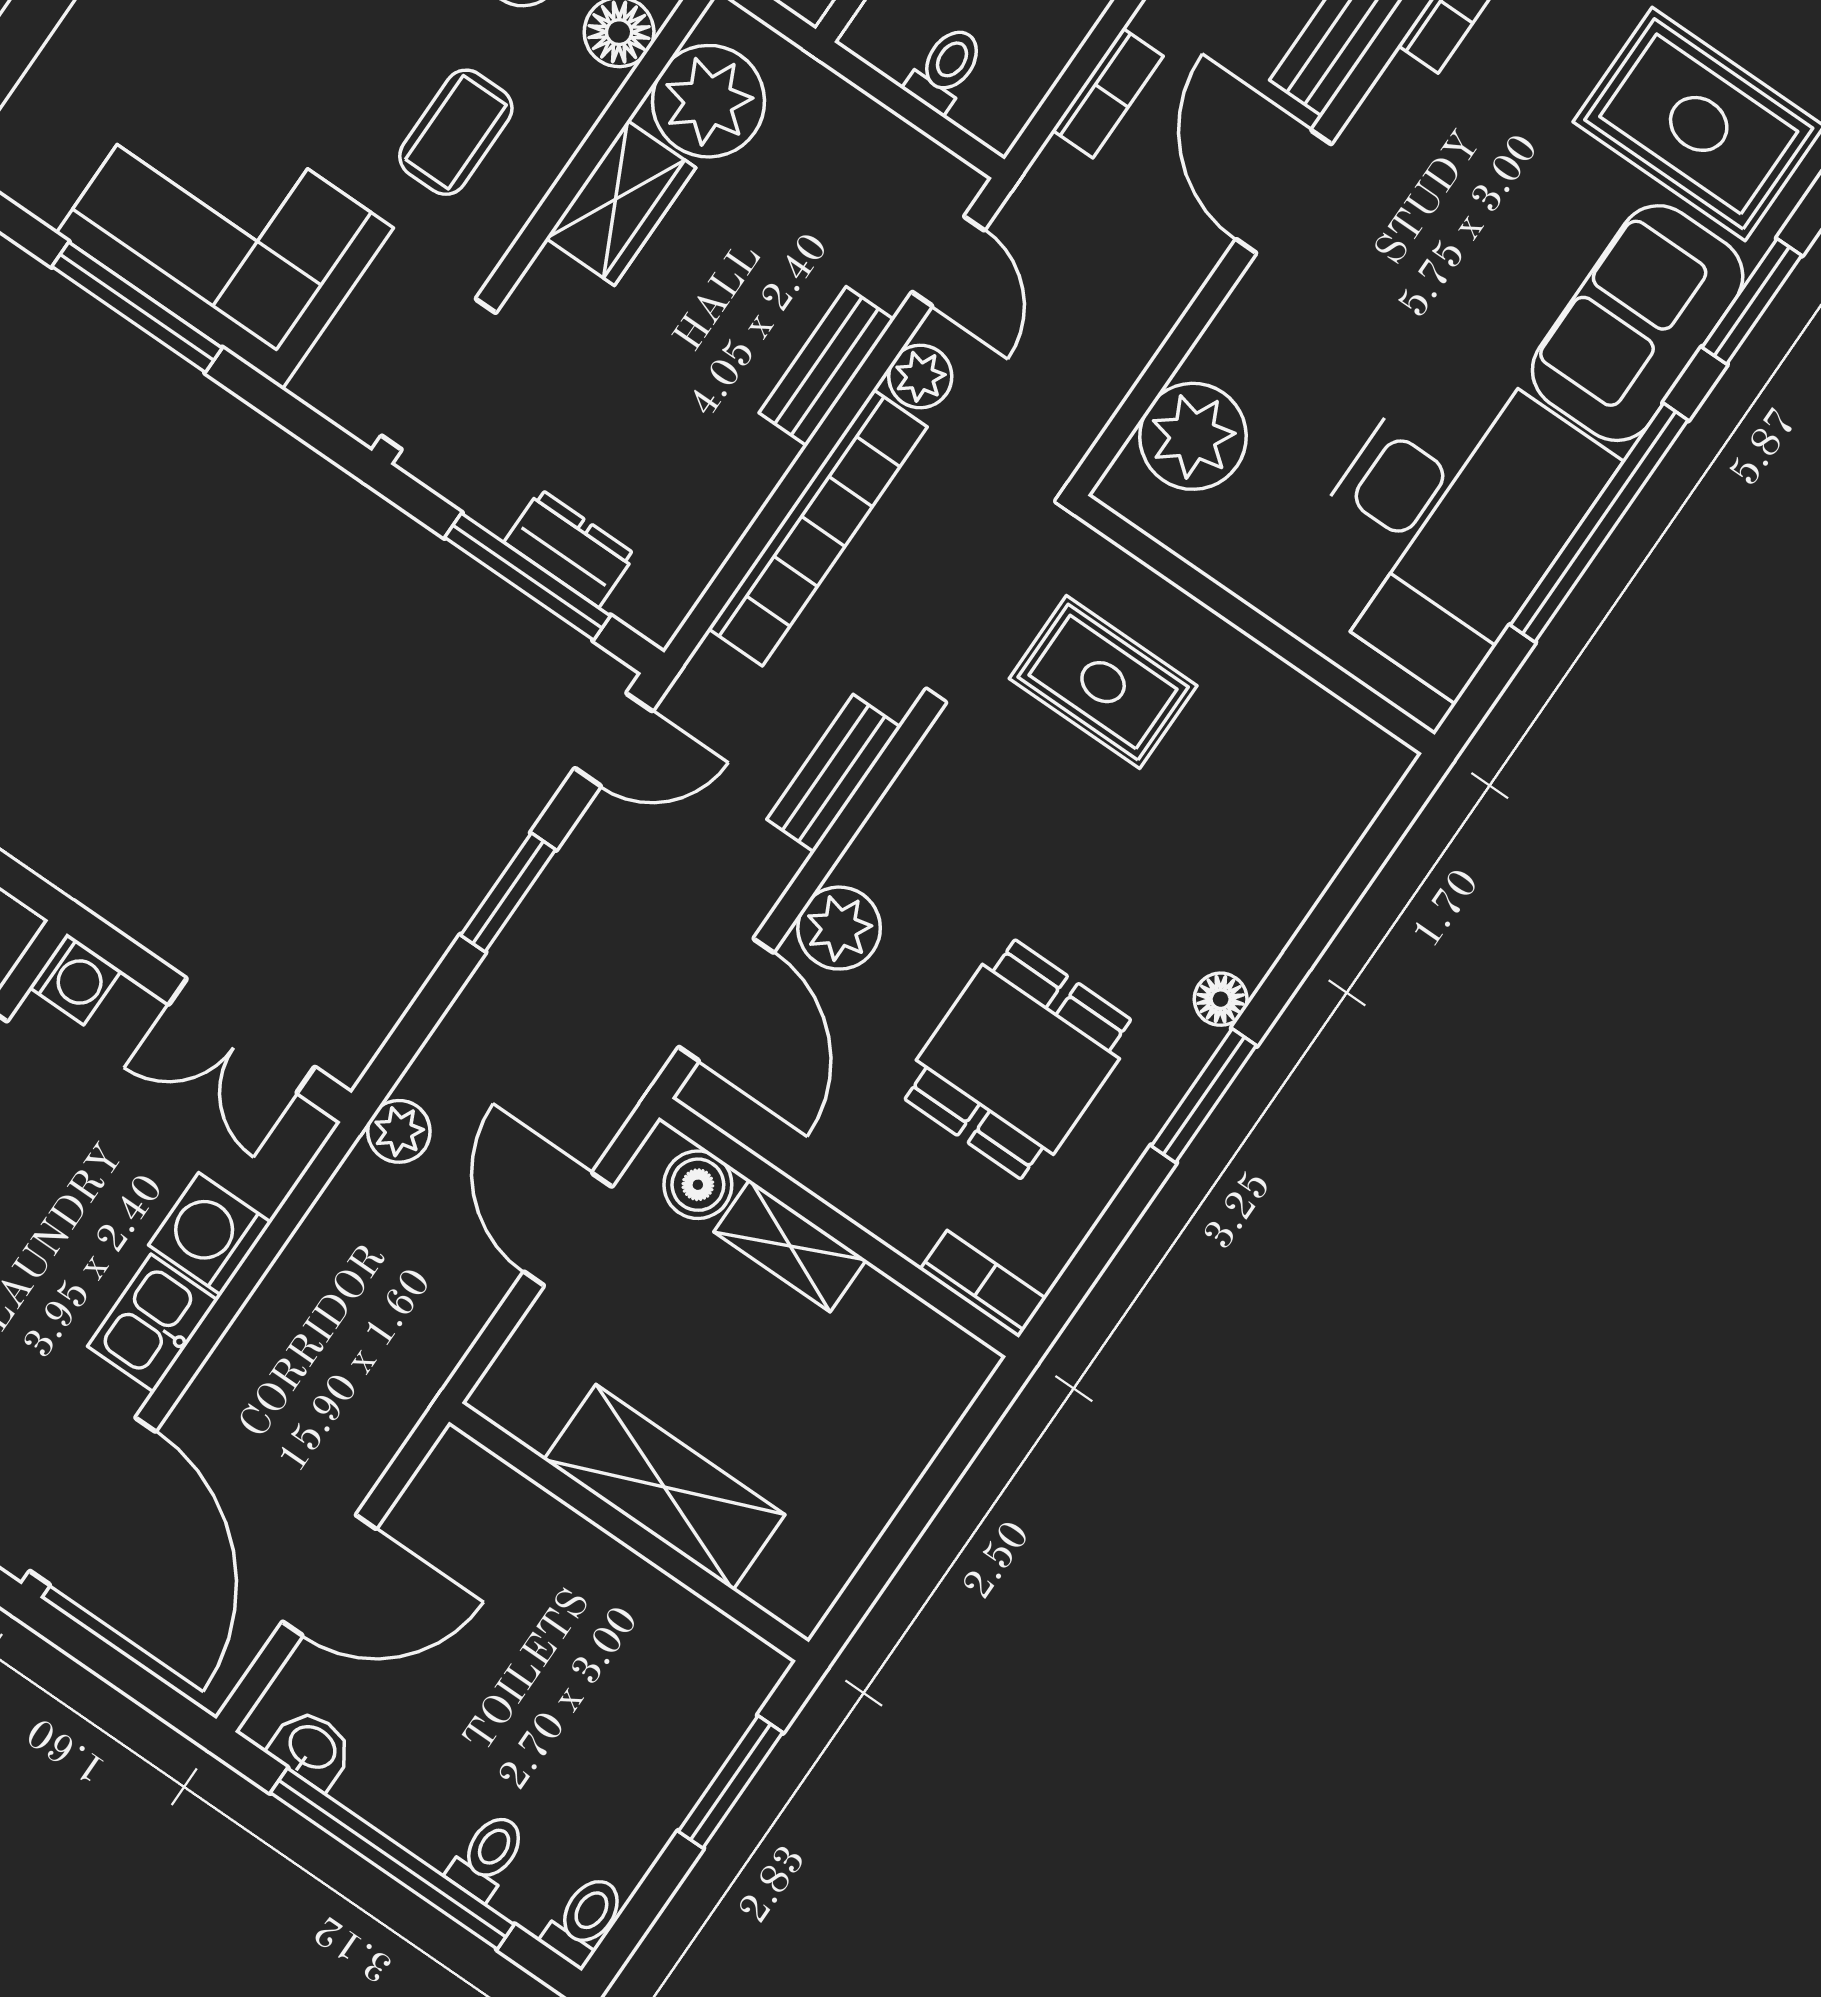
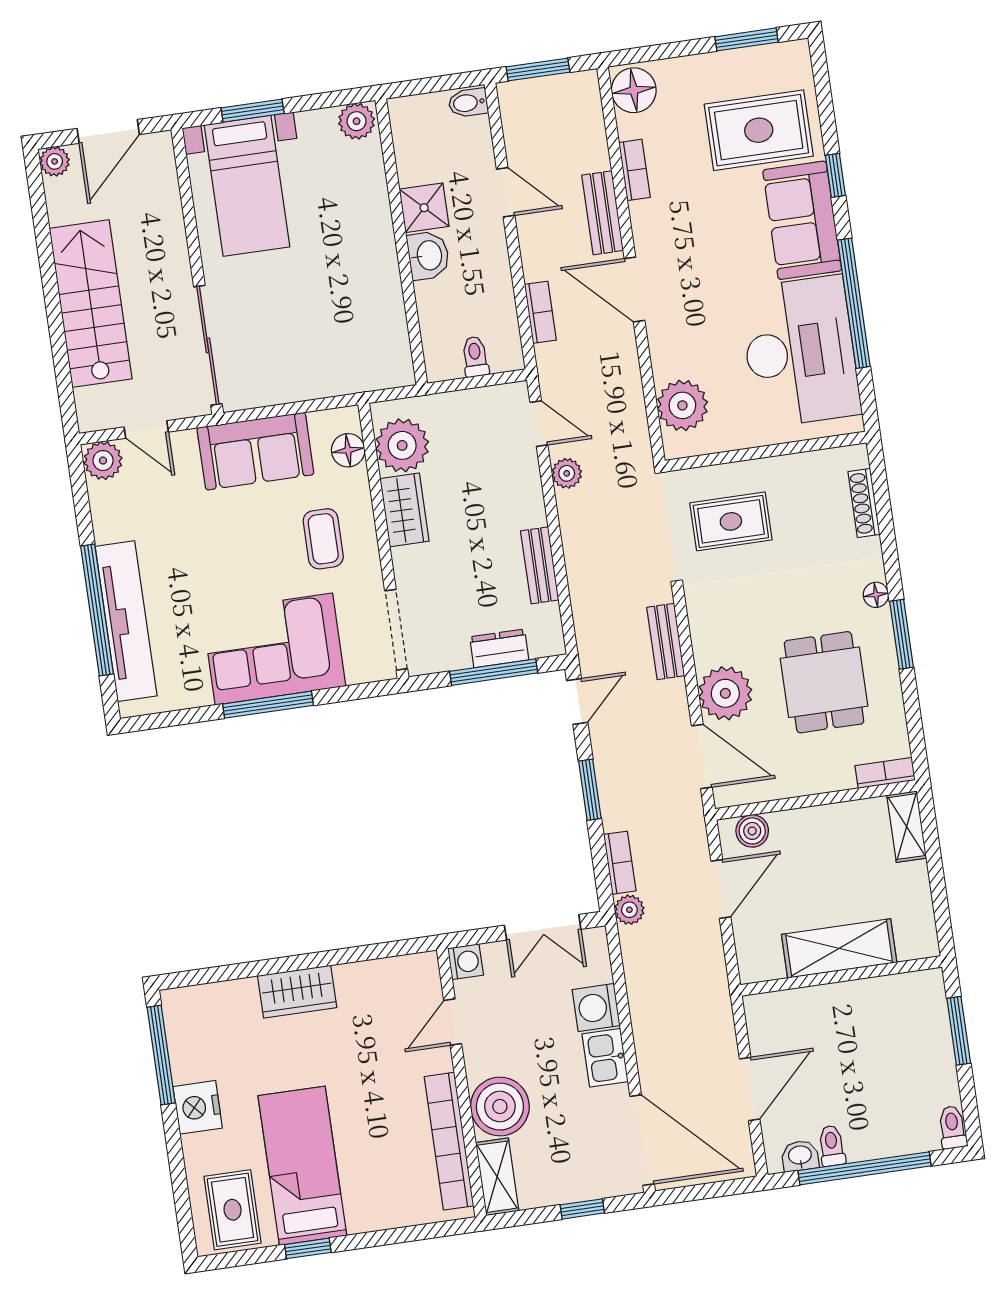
window: (1752, 301) -> (835, 175), width x0.67
bench: (827, 366) -> (540, 565), moved
bookcase: (818, 528) -> (620, 863), moved, width x0.43, depth x0.76
shoe rack: (1332, 842) -> (864, 503), added
plant: (839, 928) -> (725, 693), width x1.36, depth x1.36
door: (568, 1229) -> (721, 889), swing flipped
shelving: (790, 1246) -> (907, 827), moved, turned 90
toilet: (487, 1856) -> (832, 1146), moved

